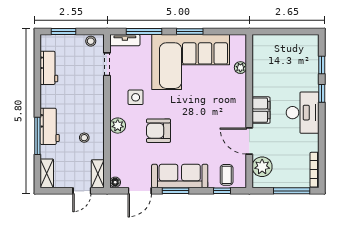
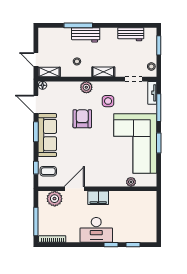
shelving: (47, 173) -> (103, 72), moved

